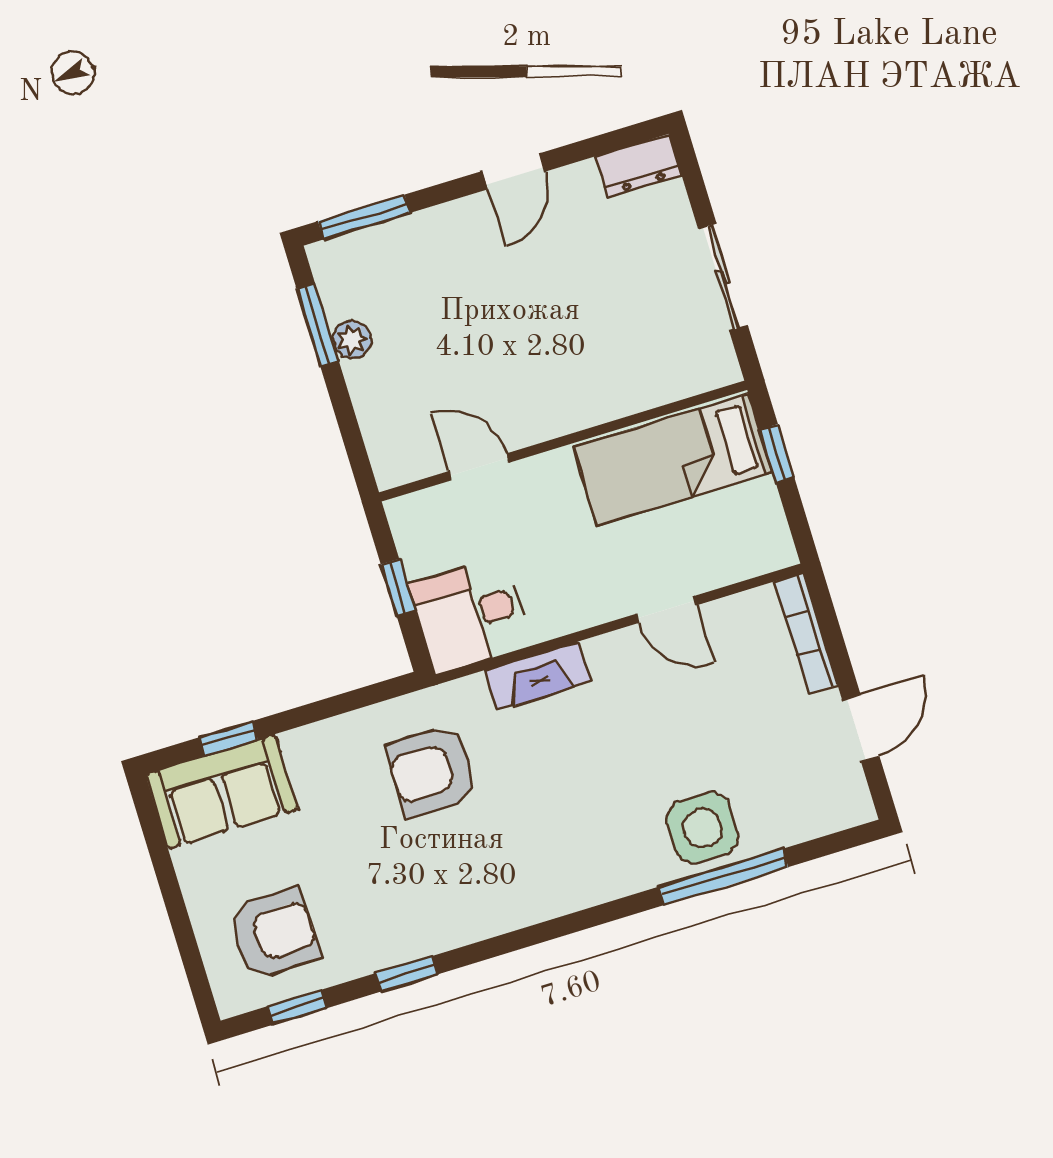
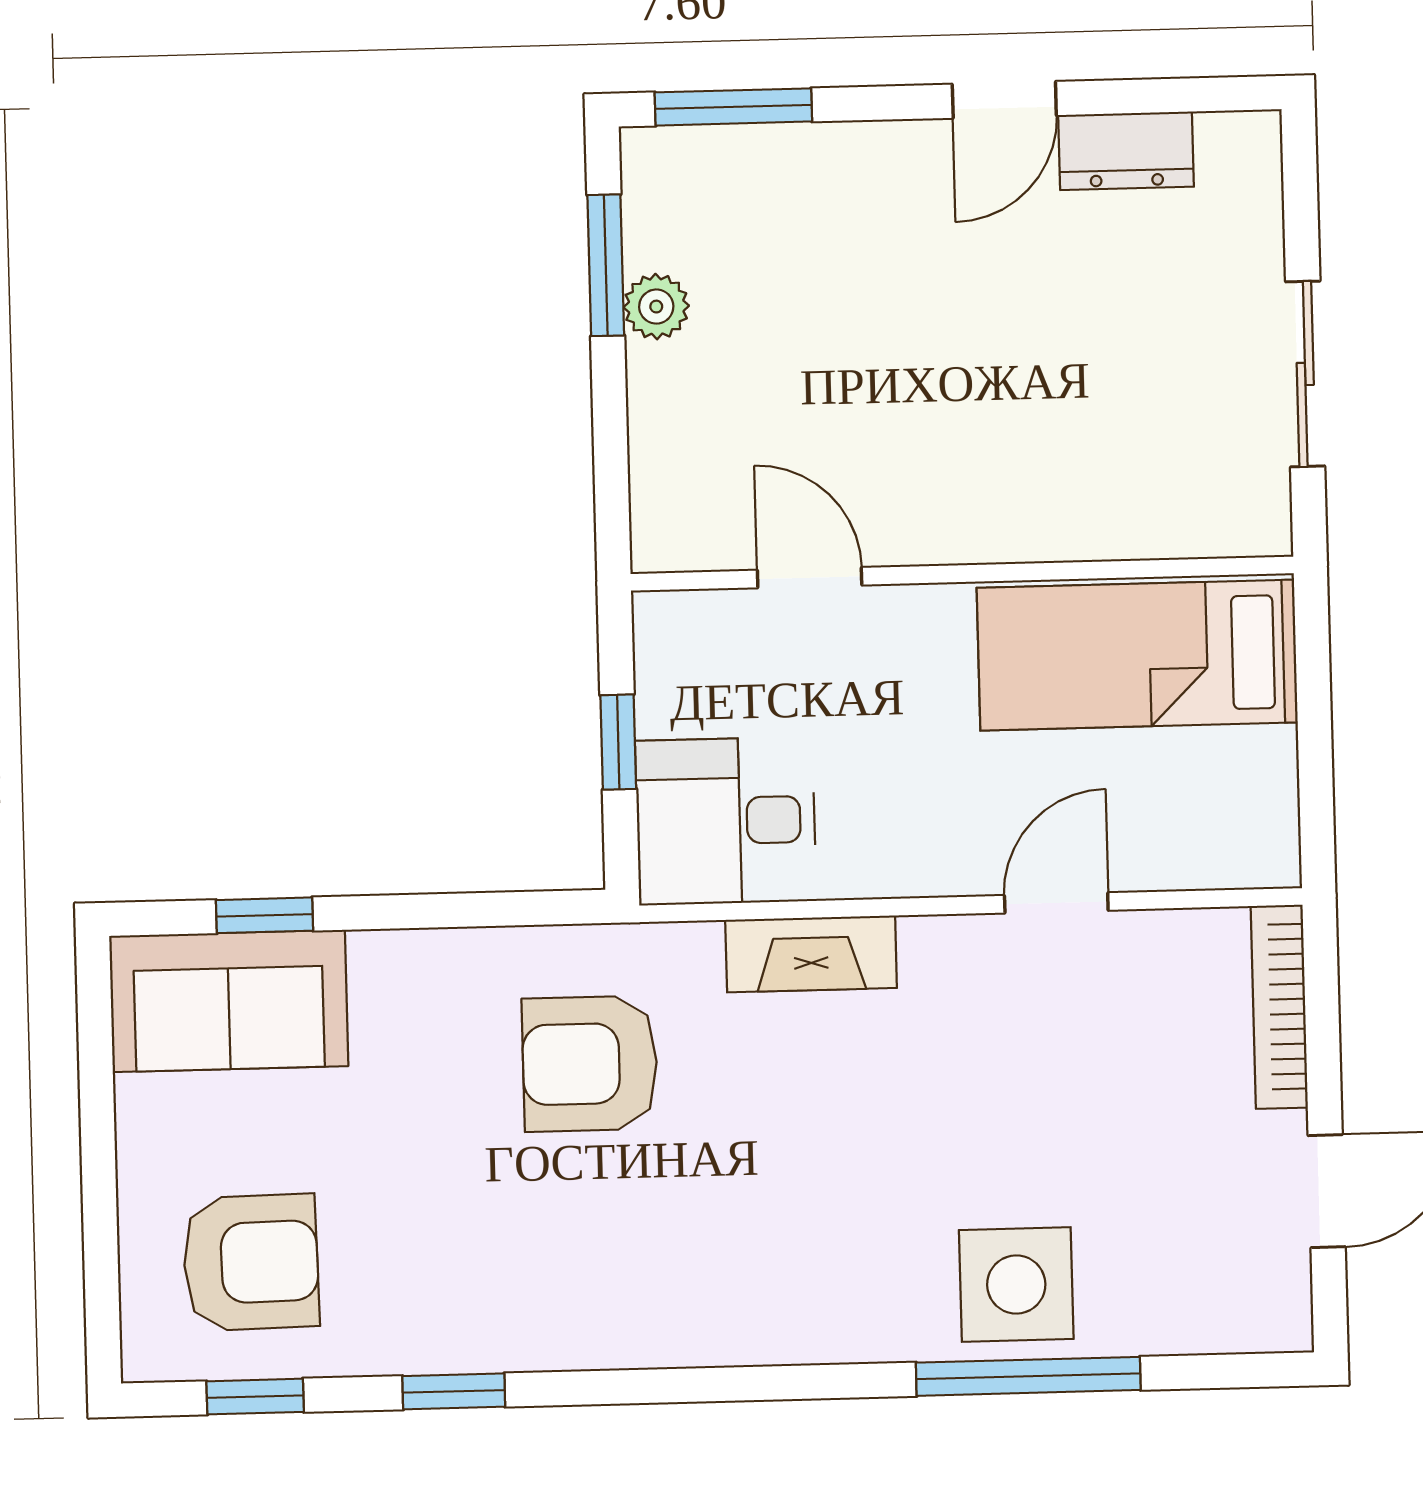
dresser: (639, 166) -> (1126, 151), moved
window: (777, 453) -> (1314, 693), removed
door: (666, 610) -> (1056, 903), swing flipped

